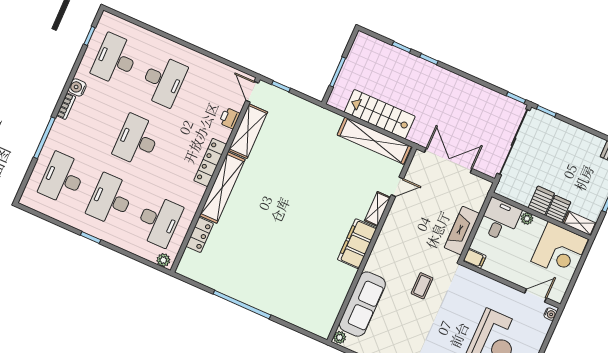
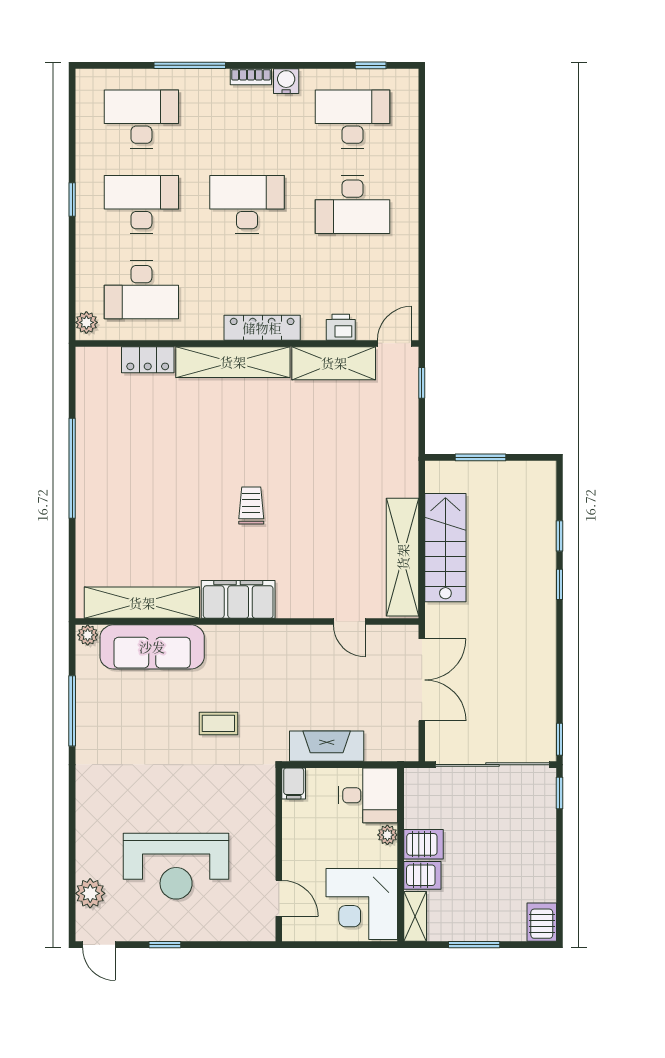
shelving: (377, 209) -> (142, 603), moved, width x2.20, depth x1.33
trolley: (308, 213) -> (251, 505), added
water cooler: (550, 314) -> (261, 932), removed

